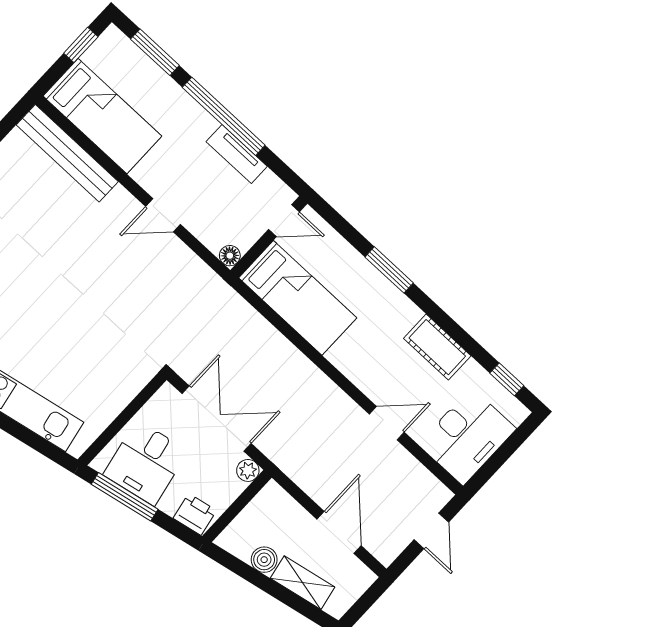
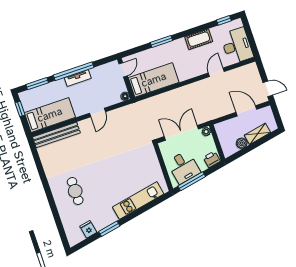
tv unit: (237, 154) -> (78, 78), moved
door: (431, 531) -> (268, 89), moved

